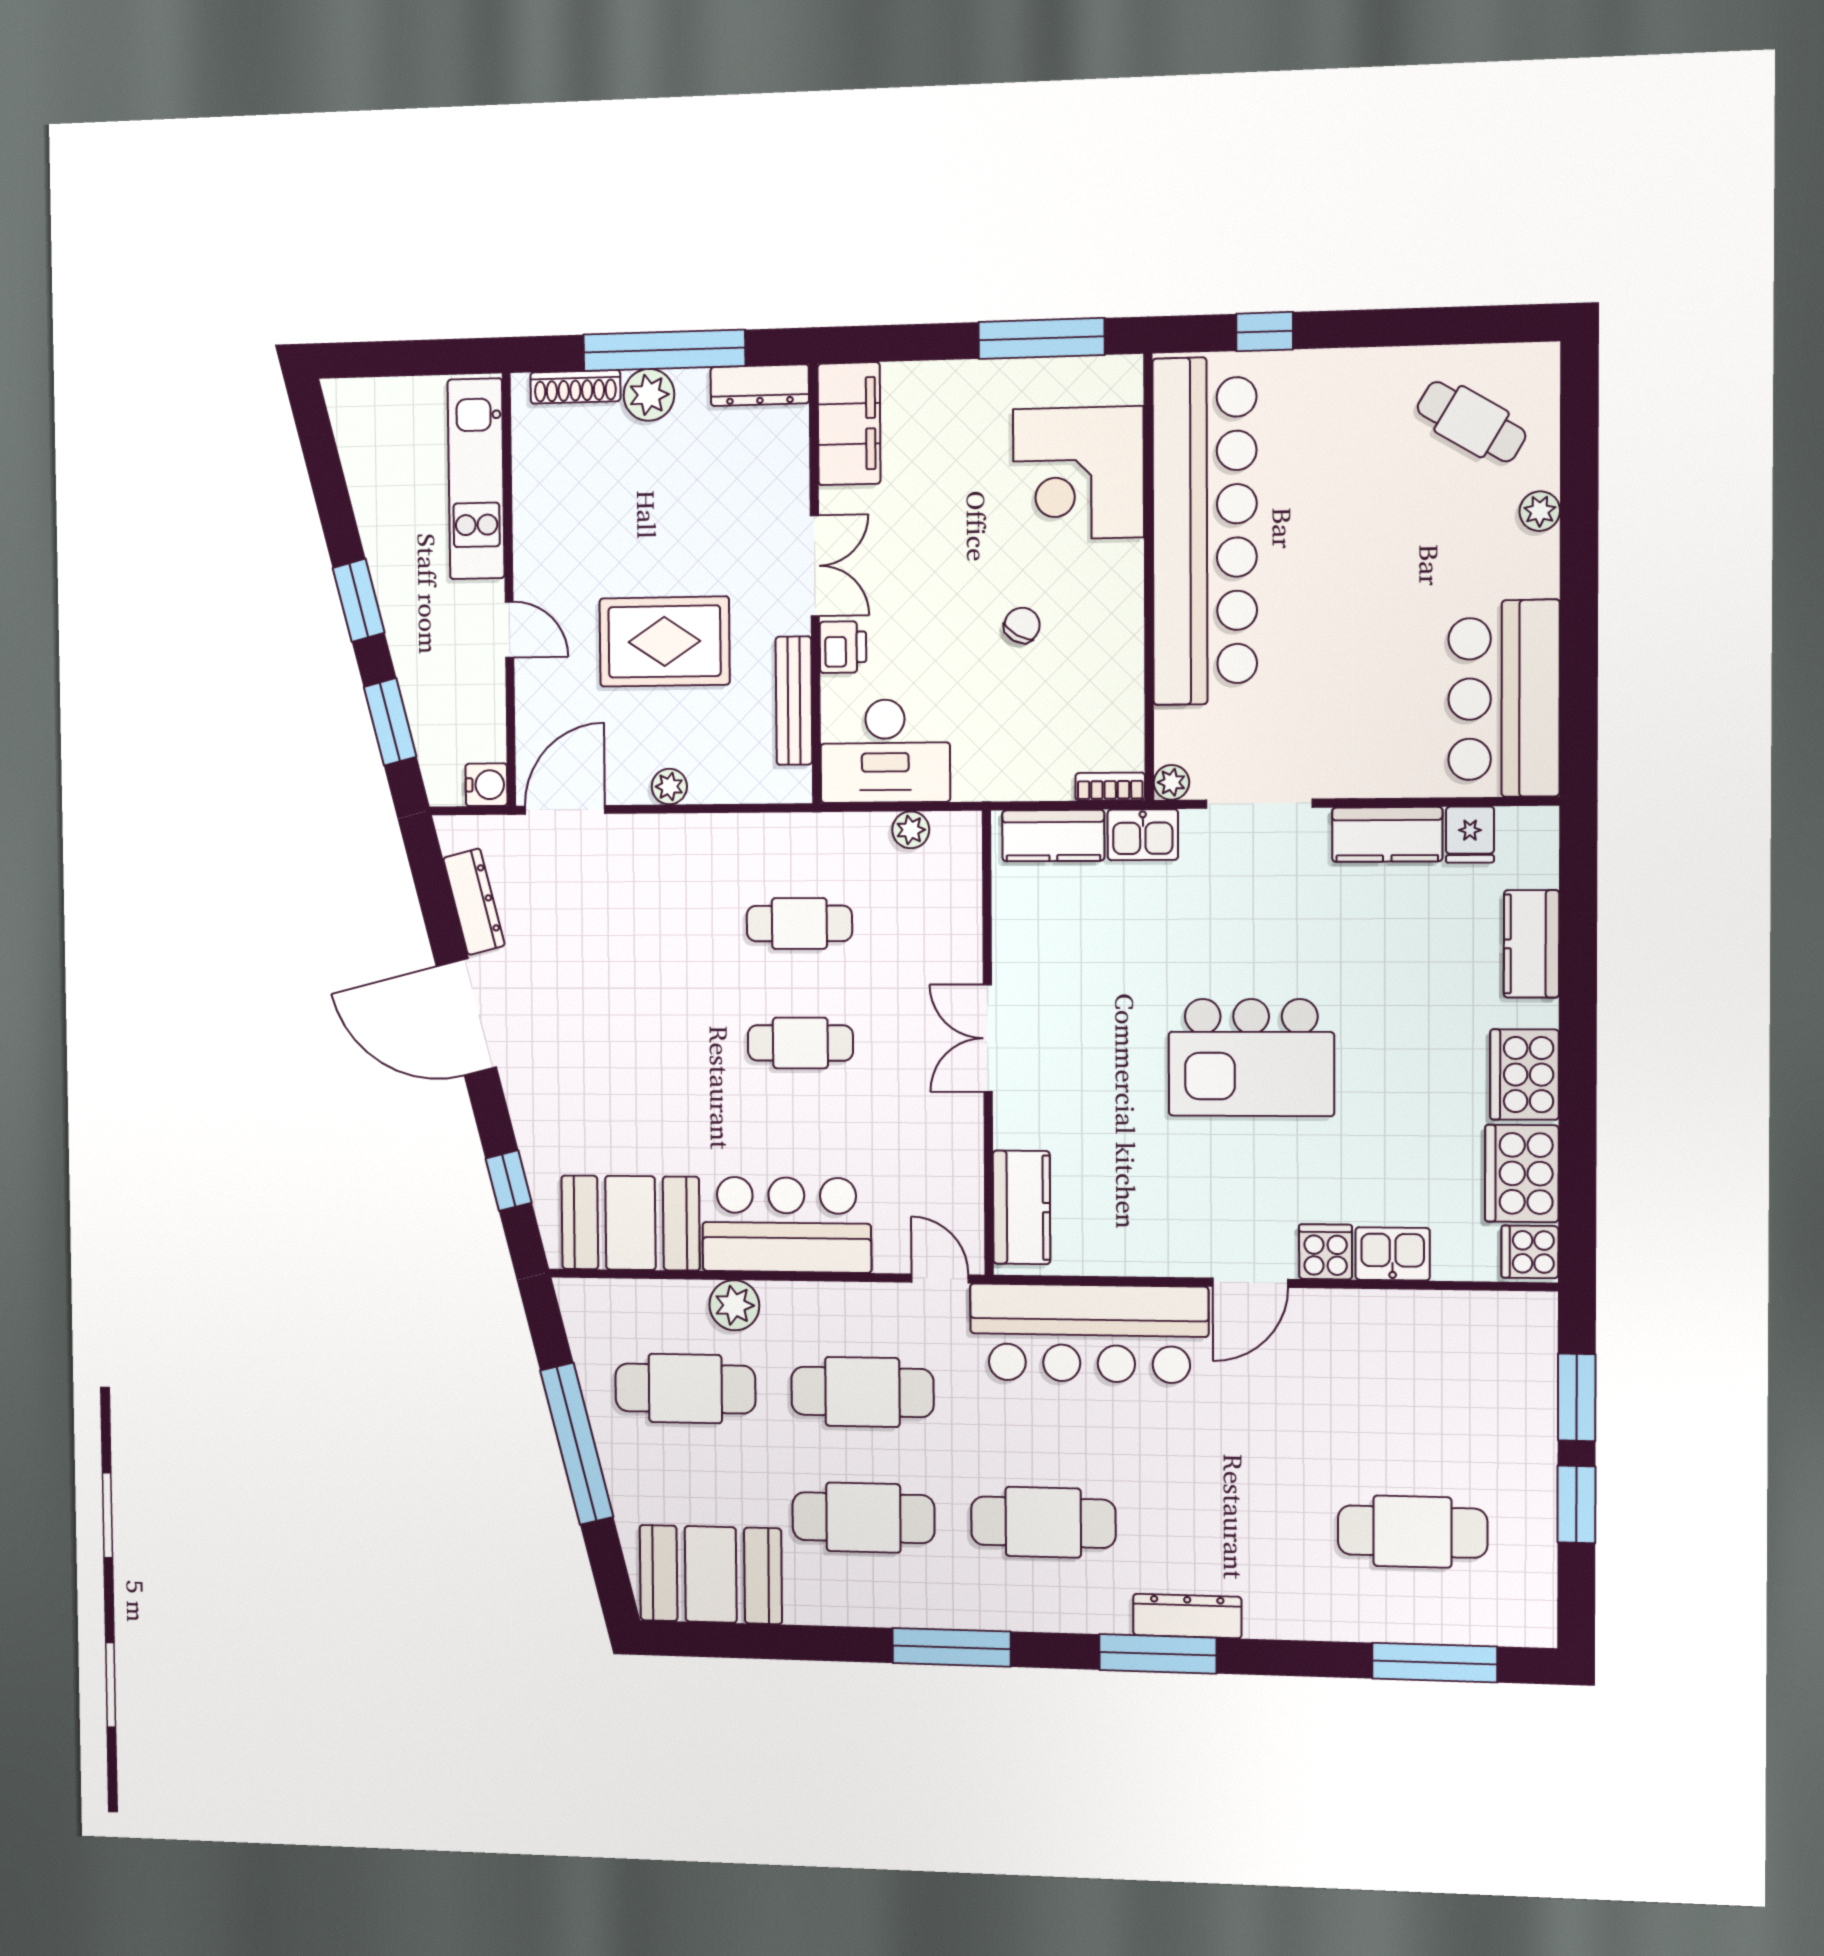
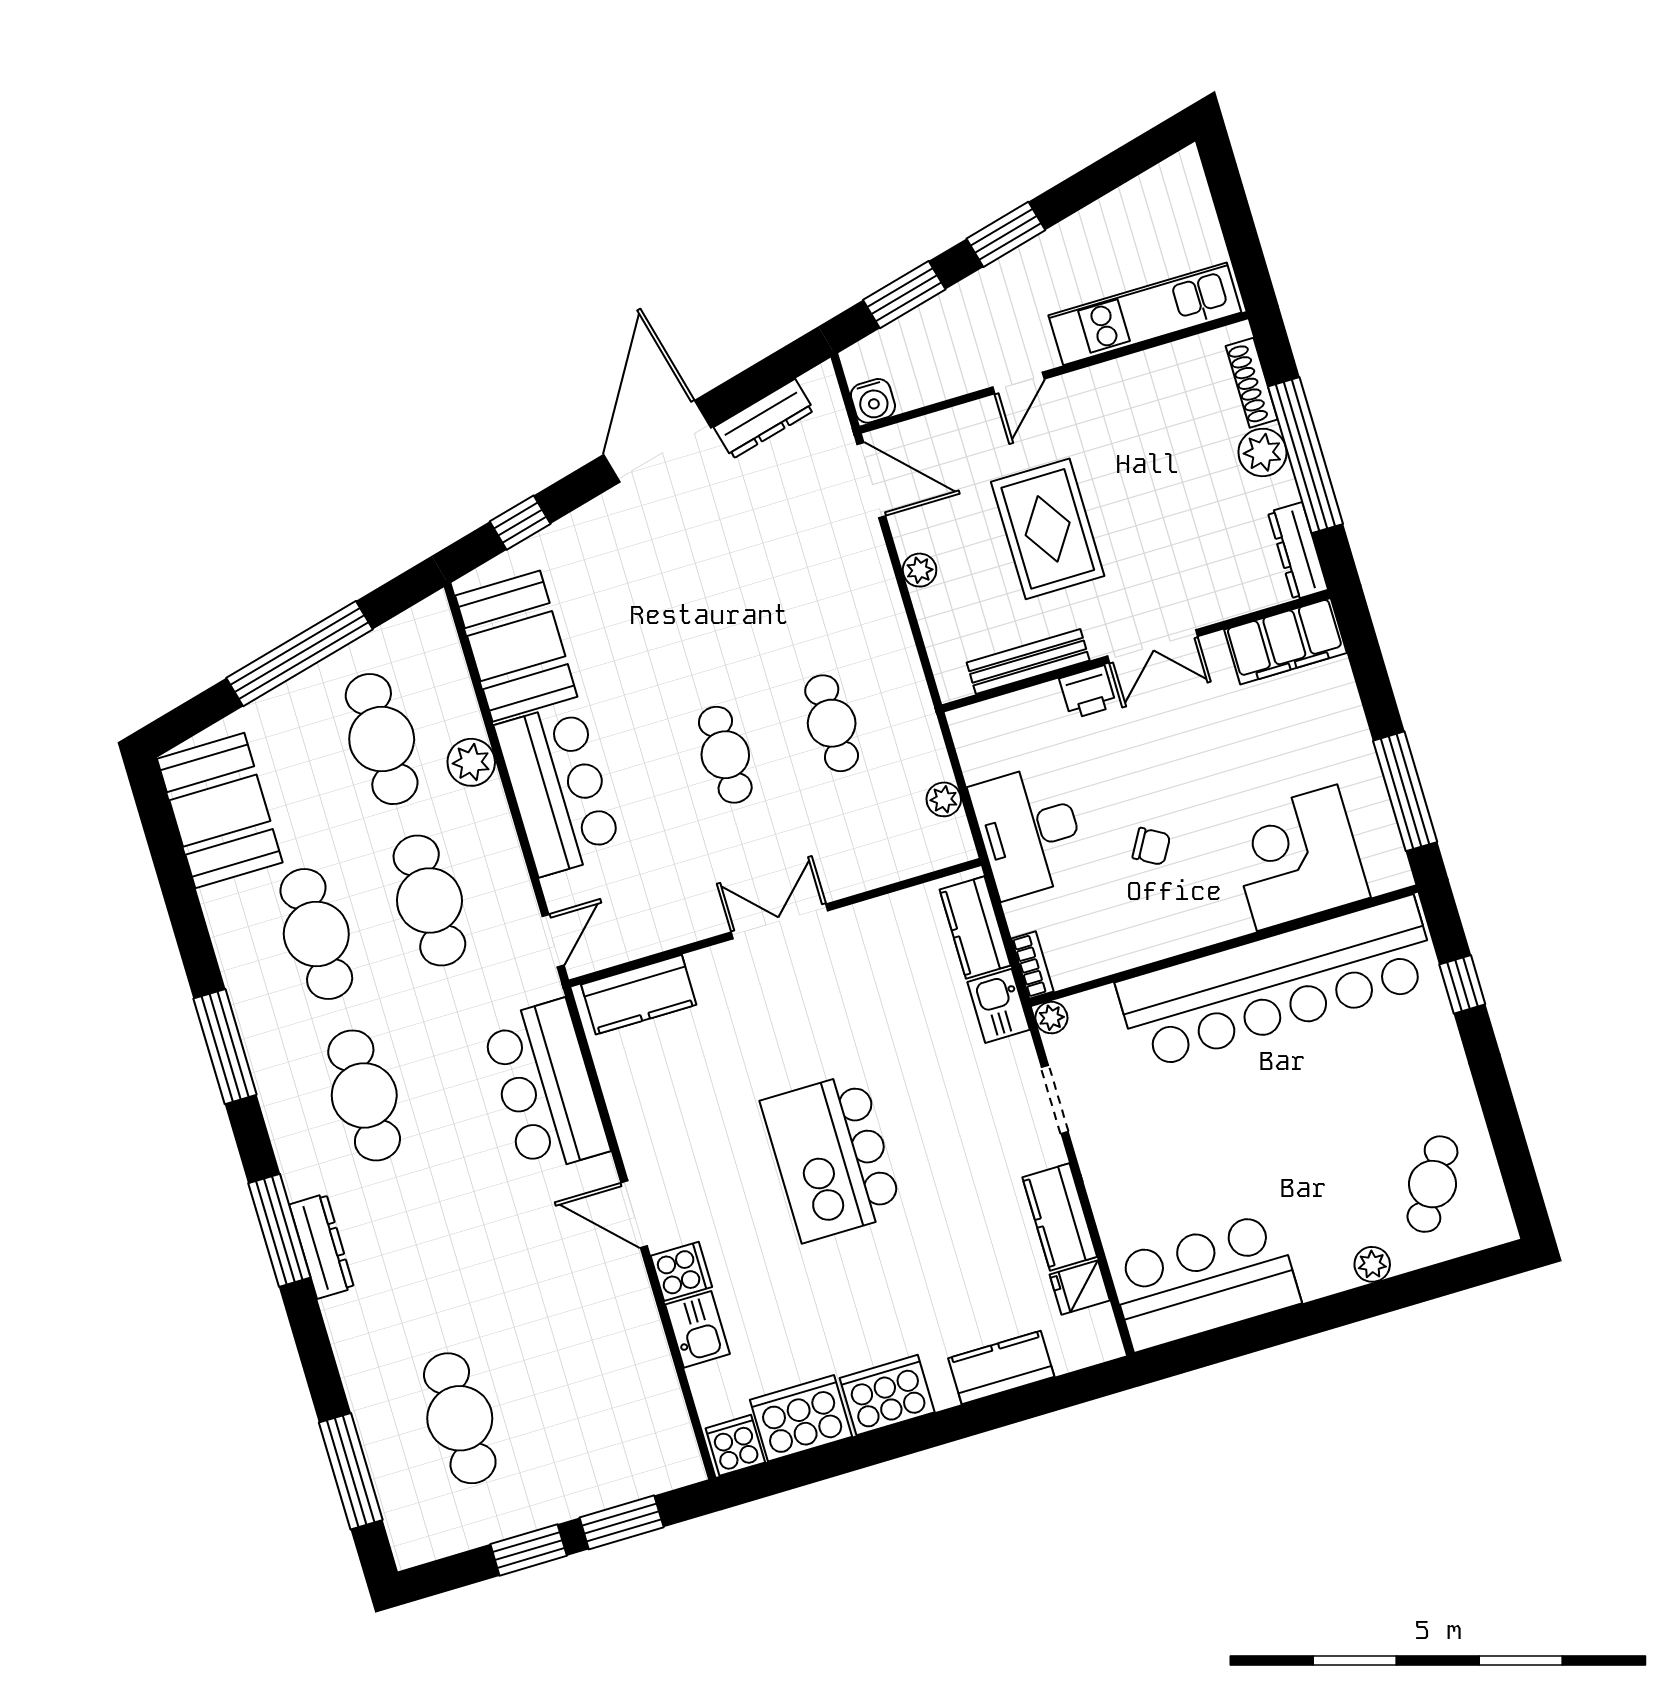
desk: (885, 751) -> (1029, 831), moved
doorway: (1259, 804) -> (1055, 1099), width x0.73
bar counter: (1089, 1333) -> (545, 1087), width x0.73

